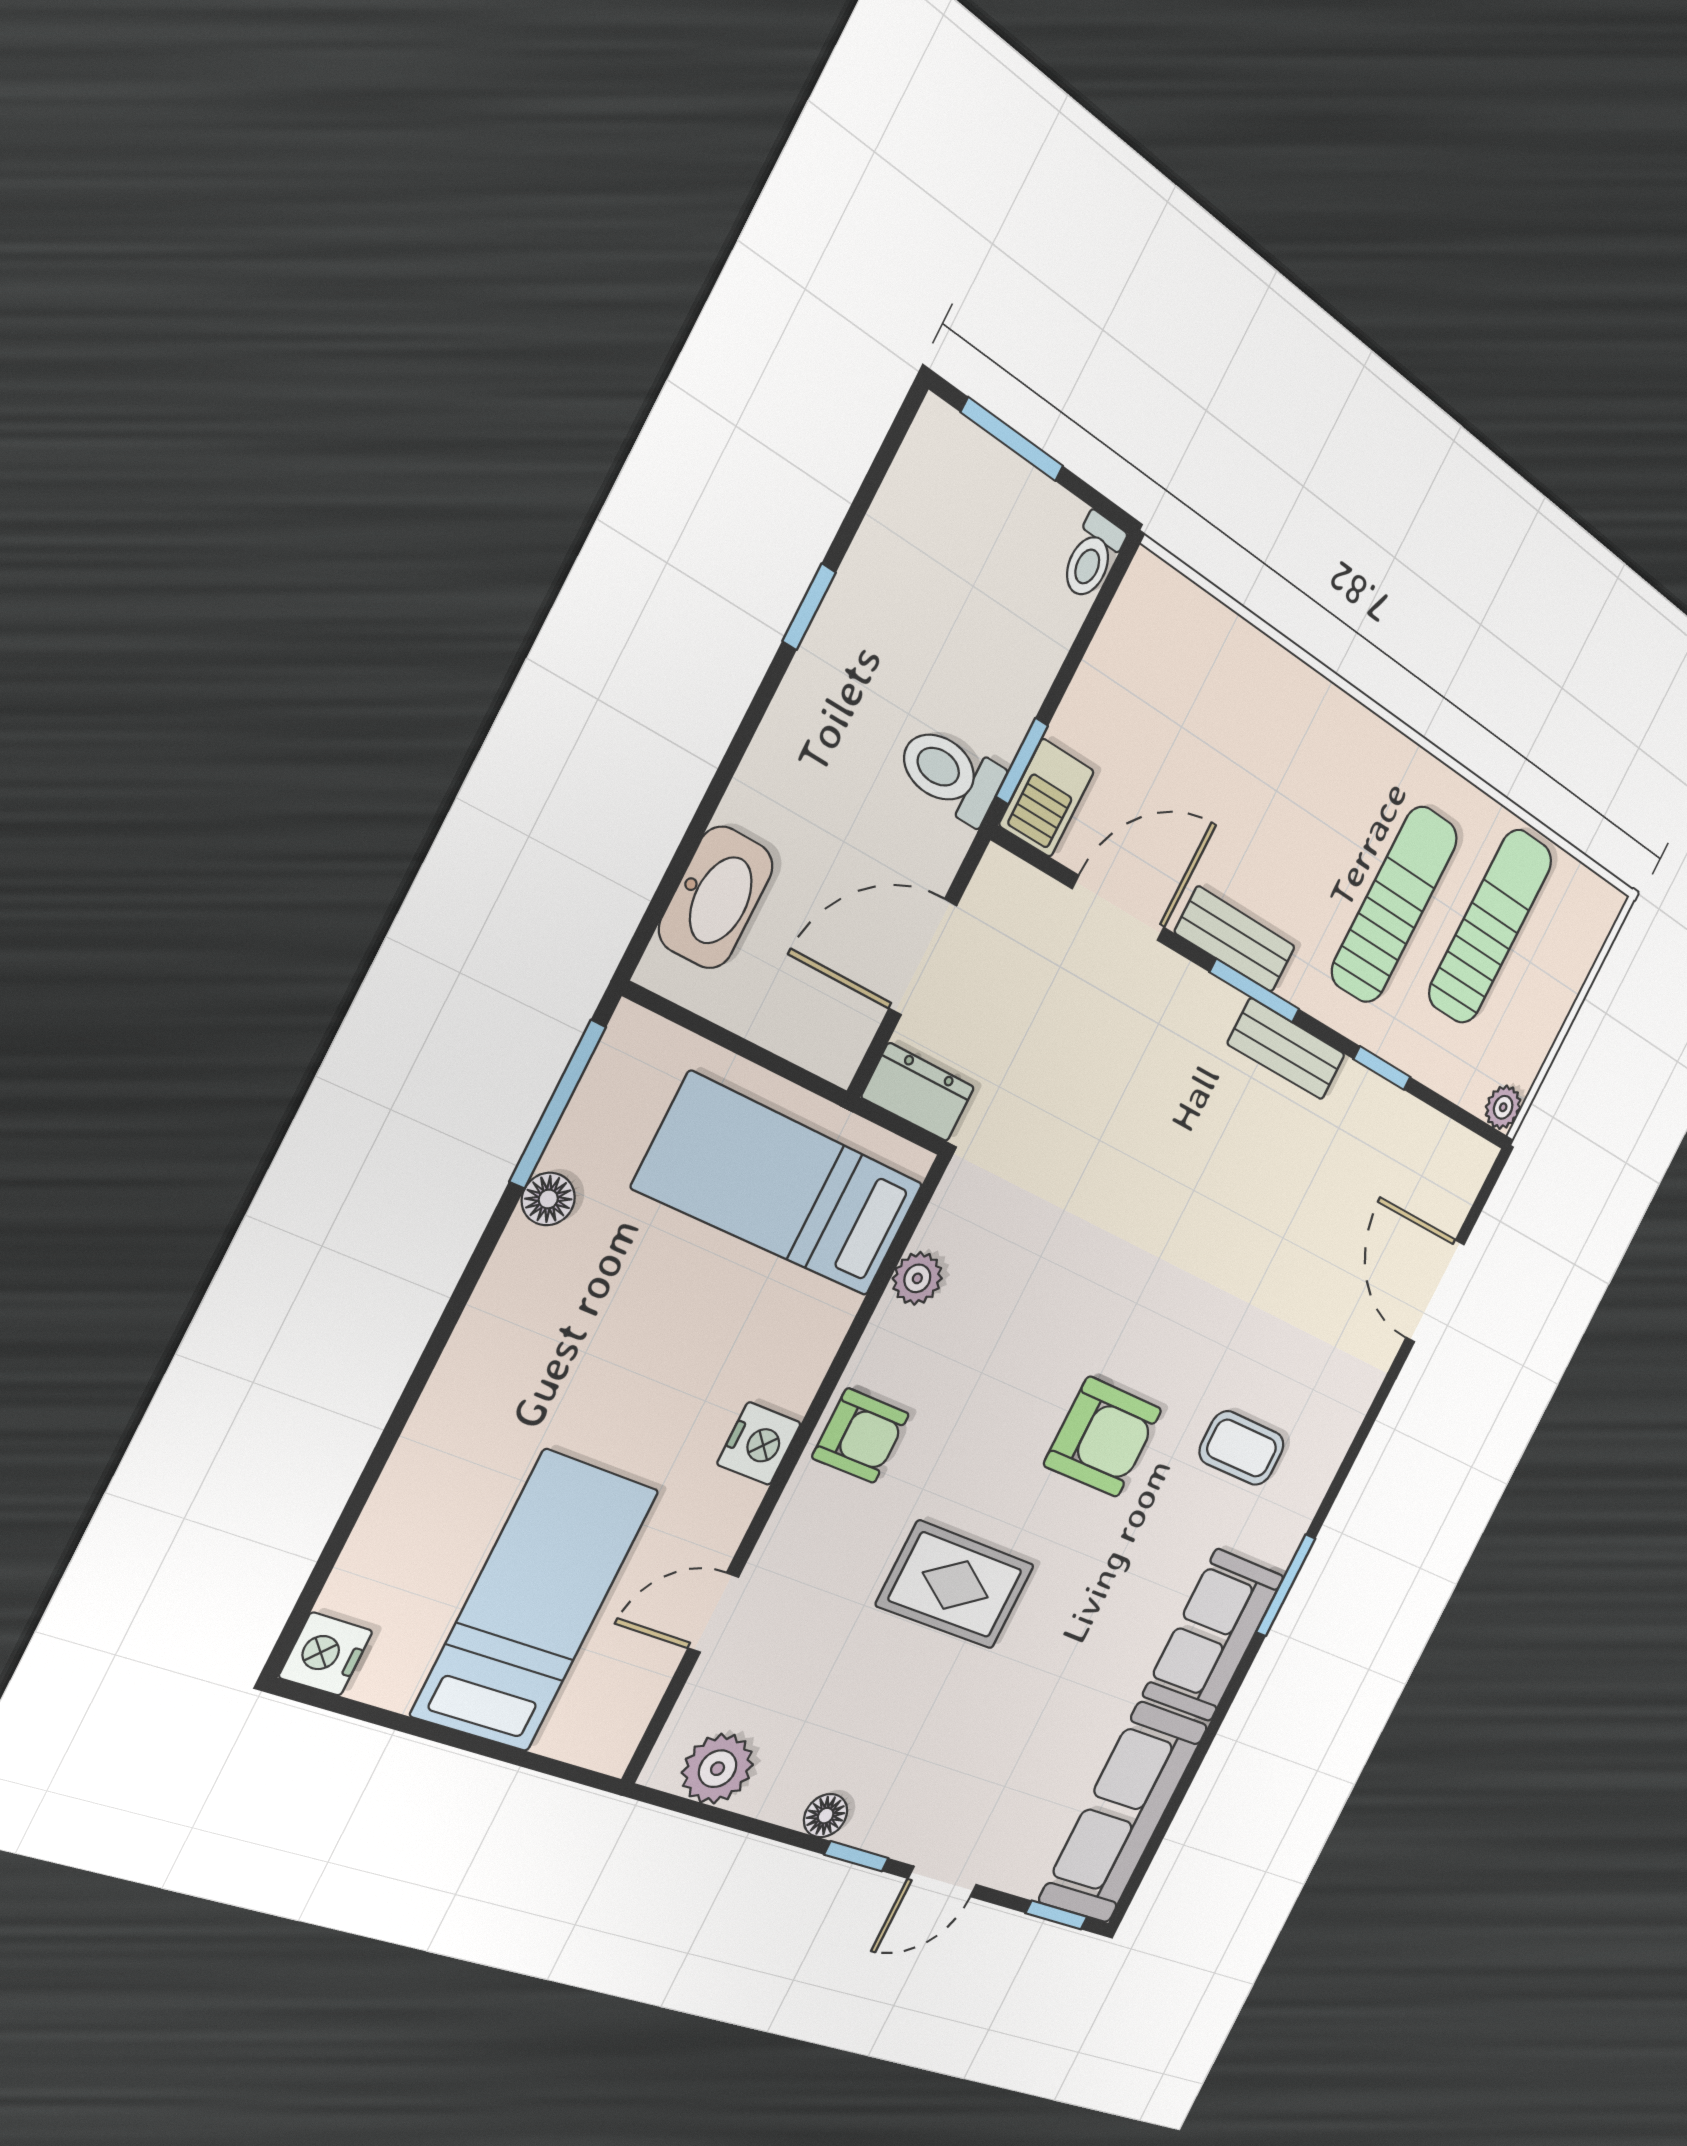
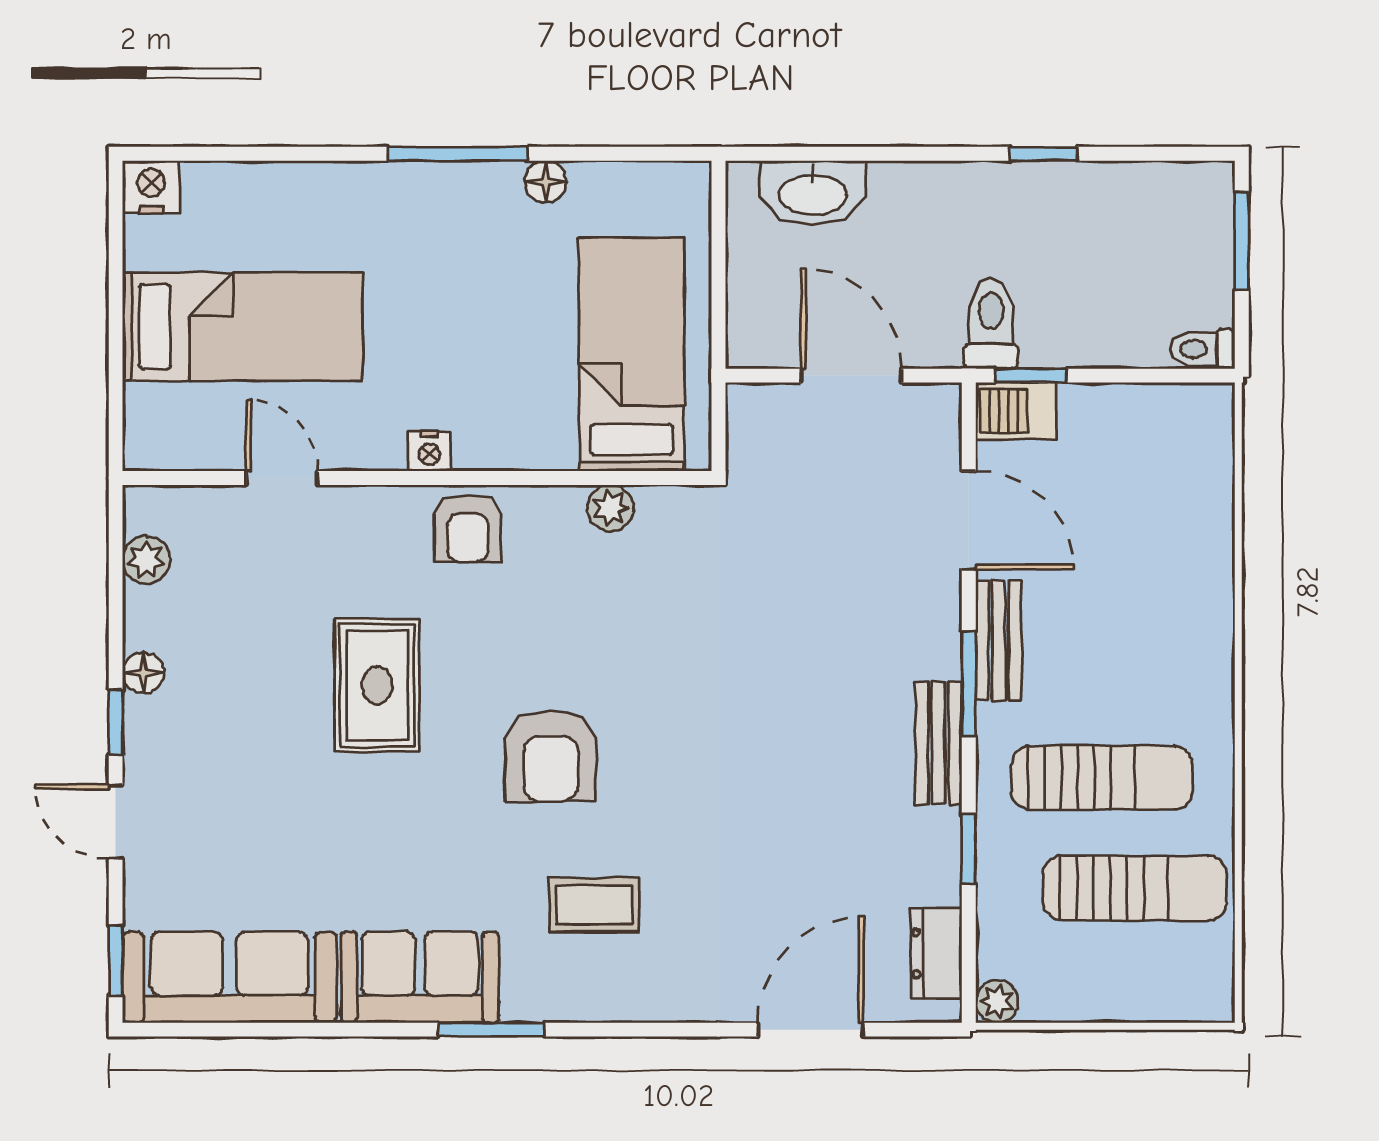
dresser: (918, 1092) -> (936, 953), moved, turned 180
window: (558, 1104) -> (457, 154), moved
nightstand: (759, 1444) -> (429, 451), width x0.72, depth x0.74
coffee table: (1242, 1448) -> (594, 905), turned 90
plant: (718, 1769) -> (146, 560), width x0.73, depth x0.73

